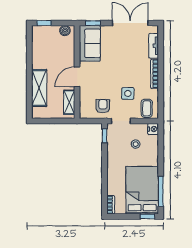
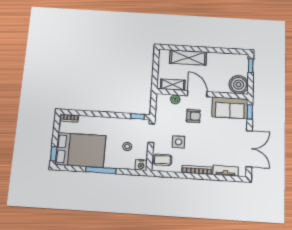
boiler: (65, 31) -> (239, 85), width x1.86, depth x1.86
plant: (85, 99) -> (175, 99), added
armchair: (103, 106) -> (193, 116), moved
window: (161, 191) -> (101, 170), moved

